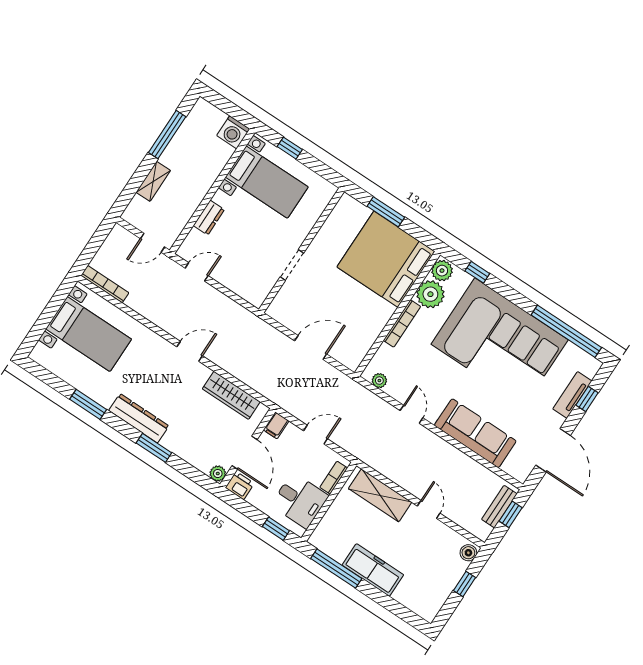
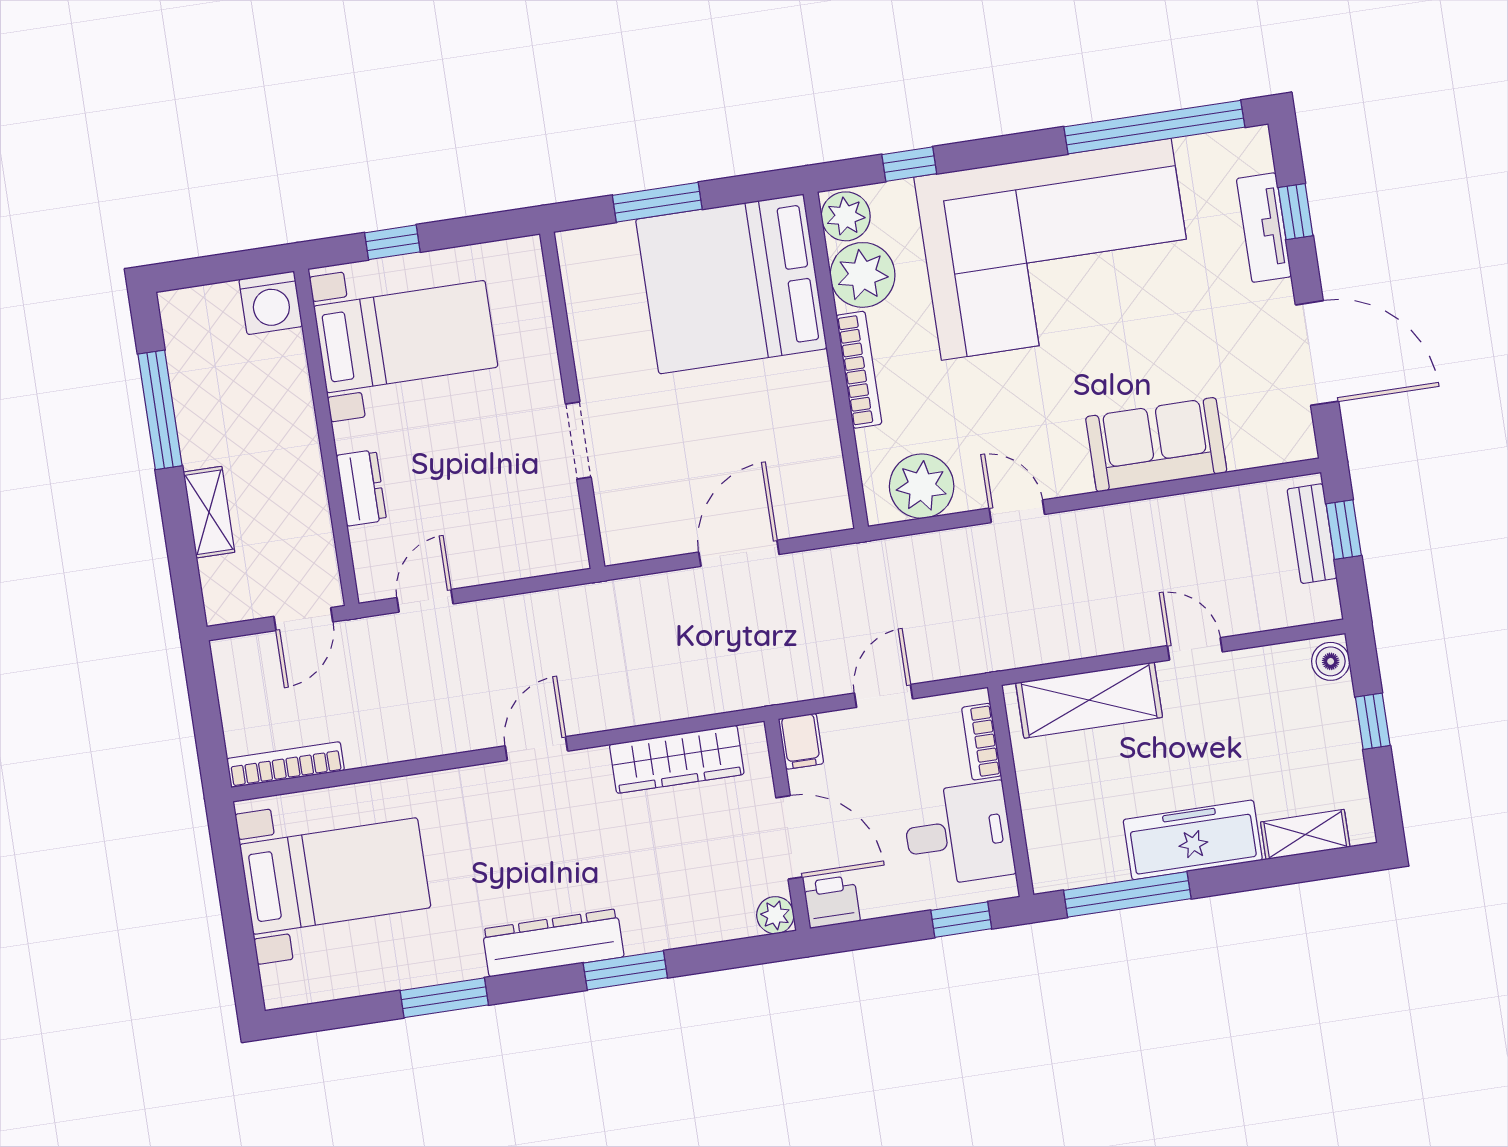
plant: (379, 381) -> (922, 486), width x1.88, depth x1.88
sofa: (475, 433) -> (1156, 445), width x0.73
shelving: (410, 601) -> (1305, 835), added

